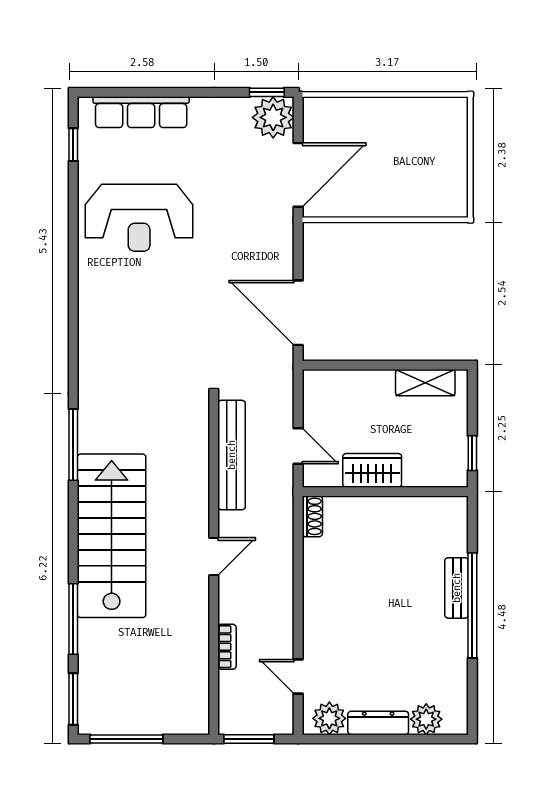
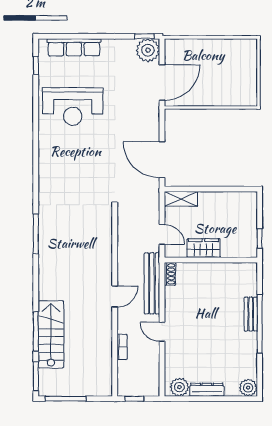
shelving: (425, 383) -> (181, 199), moved
bench: (232, 455) -> (152, 283), moved
stairs: (112, 536) -> (51, 334), moved, width x0.73, depth x0.66
door: (298, 676) -> (162, 332), moved
plant: (426, 719) -> (248, 388), moved
window: (249, 739) -> (134, 399), width x0.67

